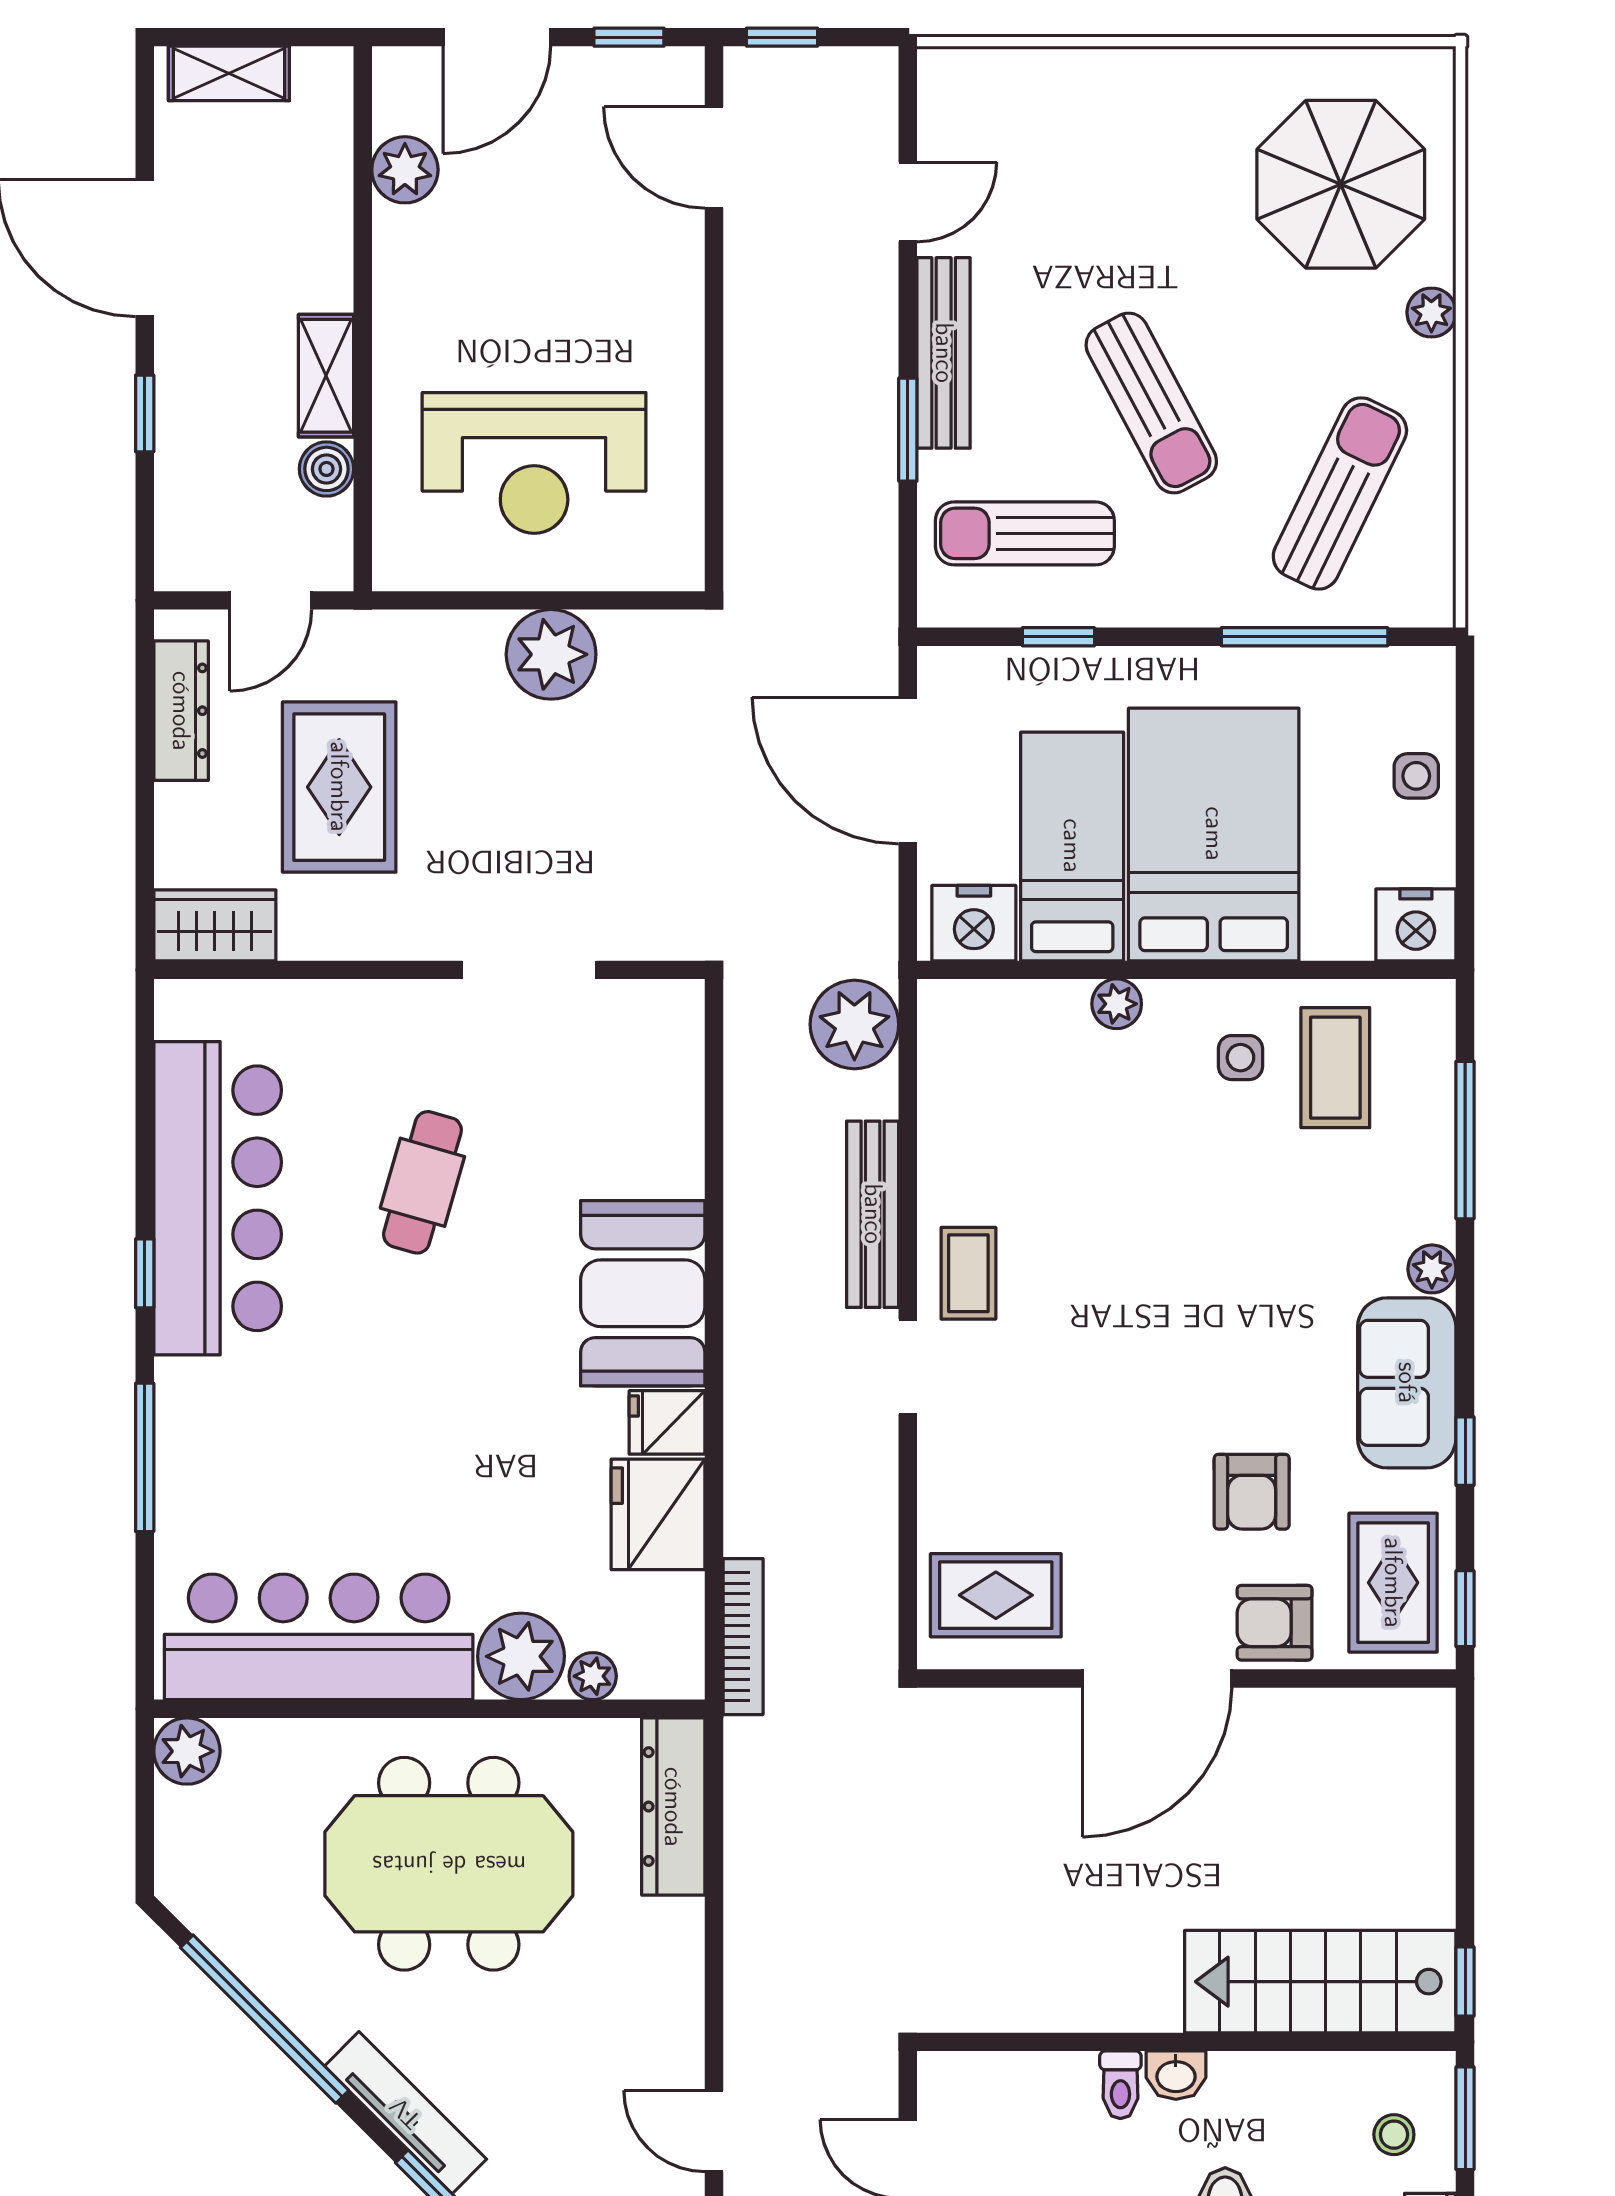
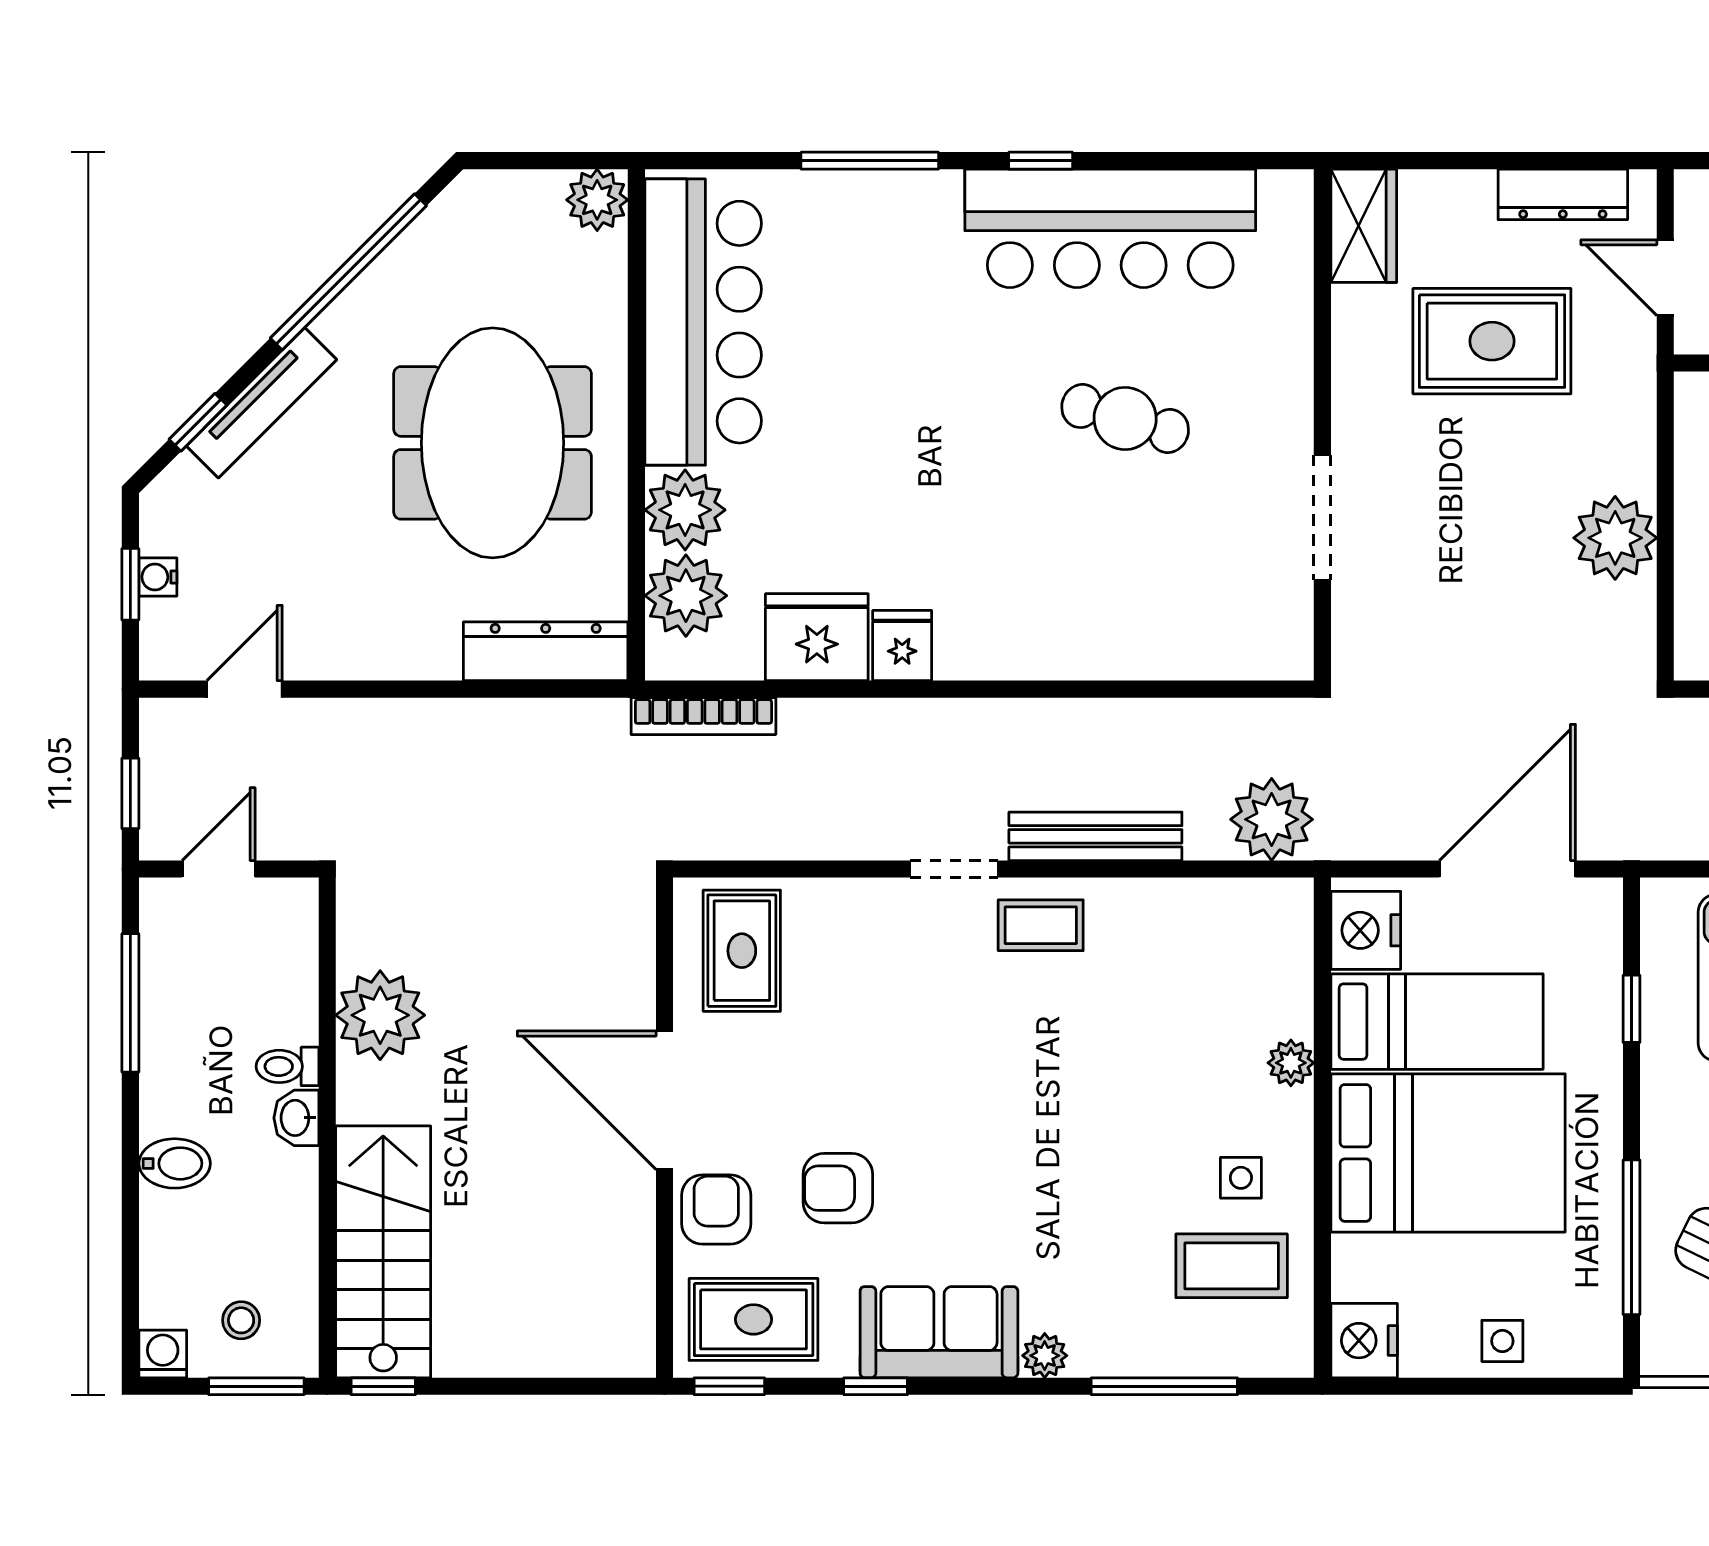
booth: (643, 1293) -> (1022, 623), removed
plant: (593, 1676) -> (686, 596), width x1.88, depth x1.88
plant: (1065, 1985) -> (380, 1015), added

